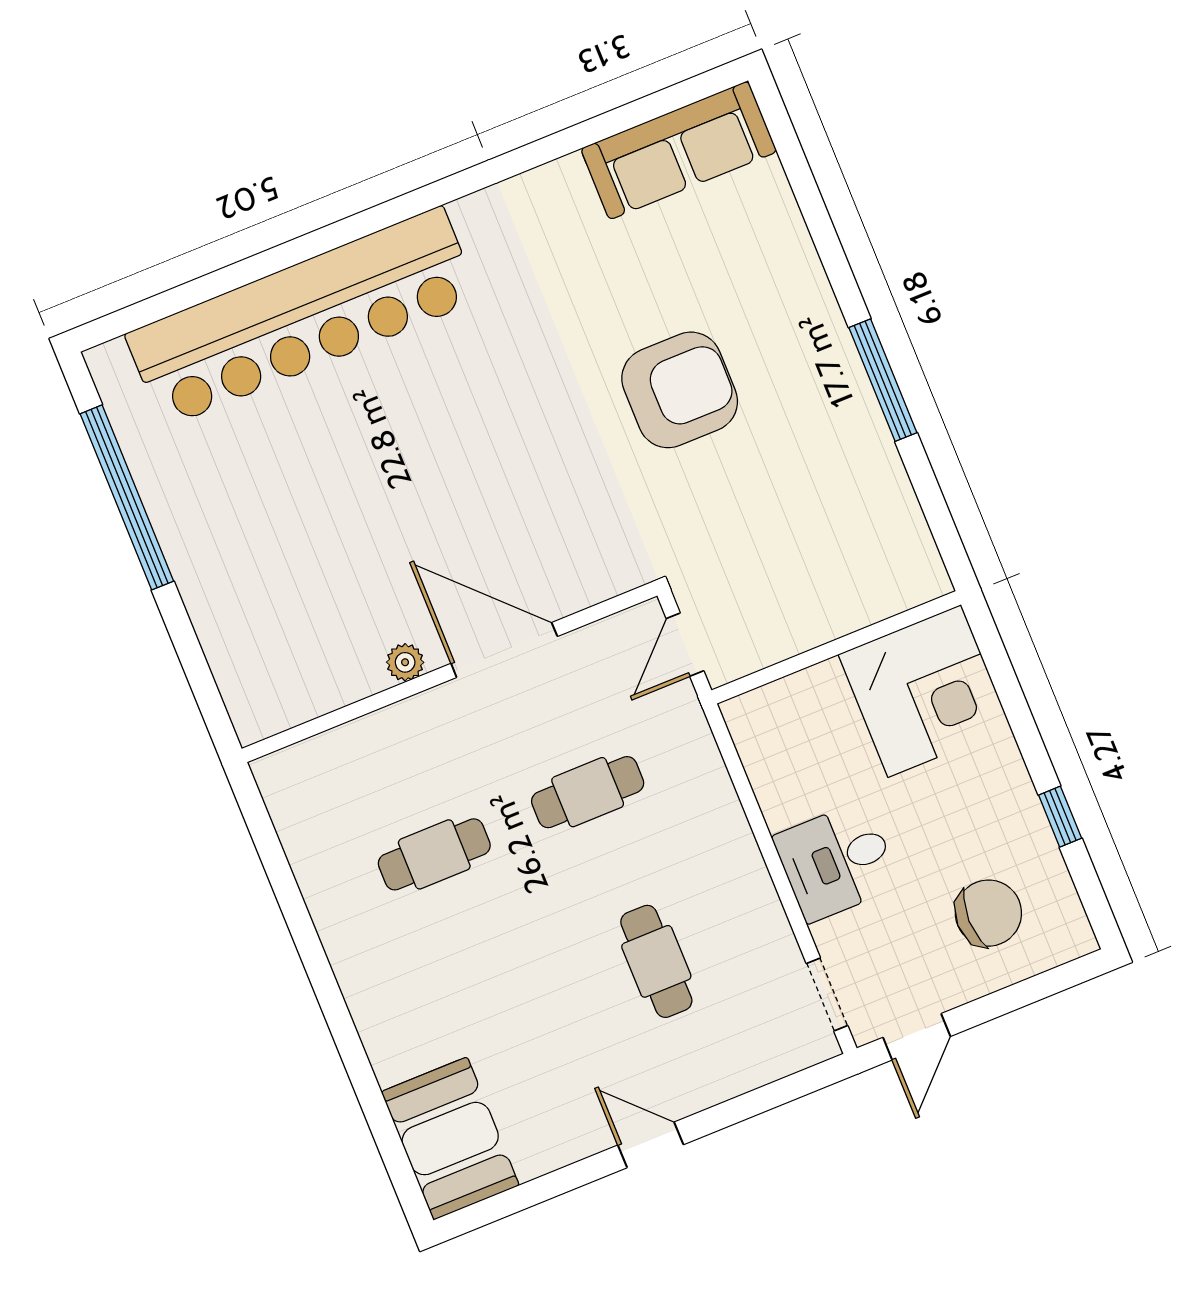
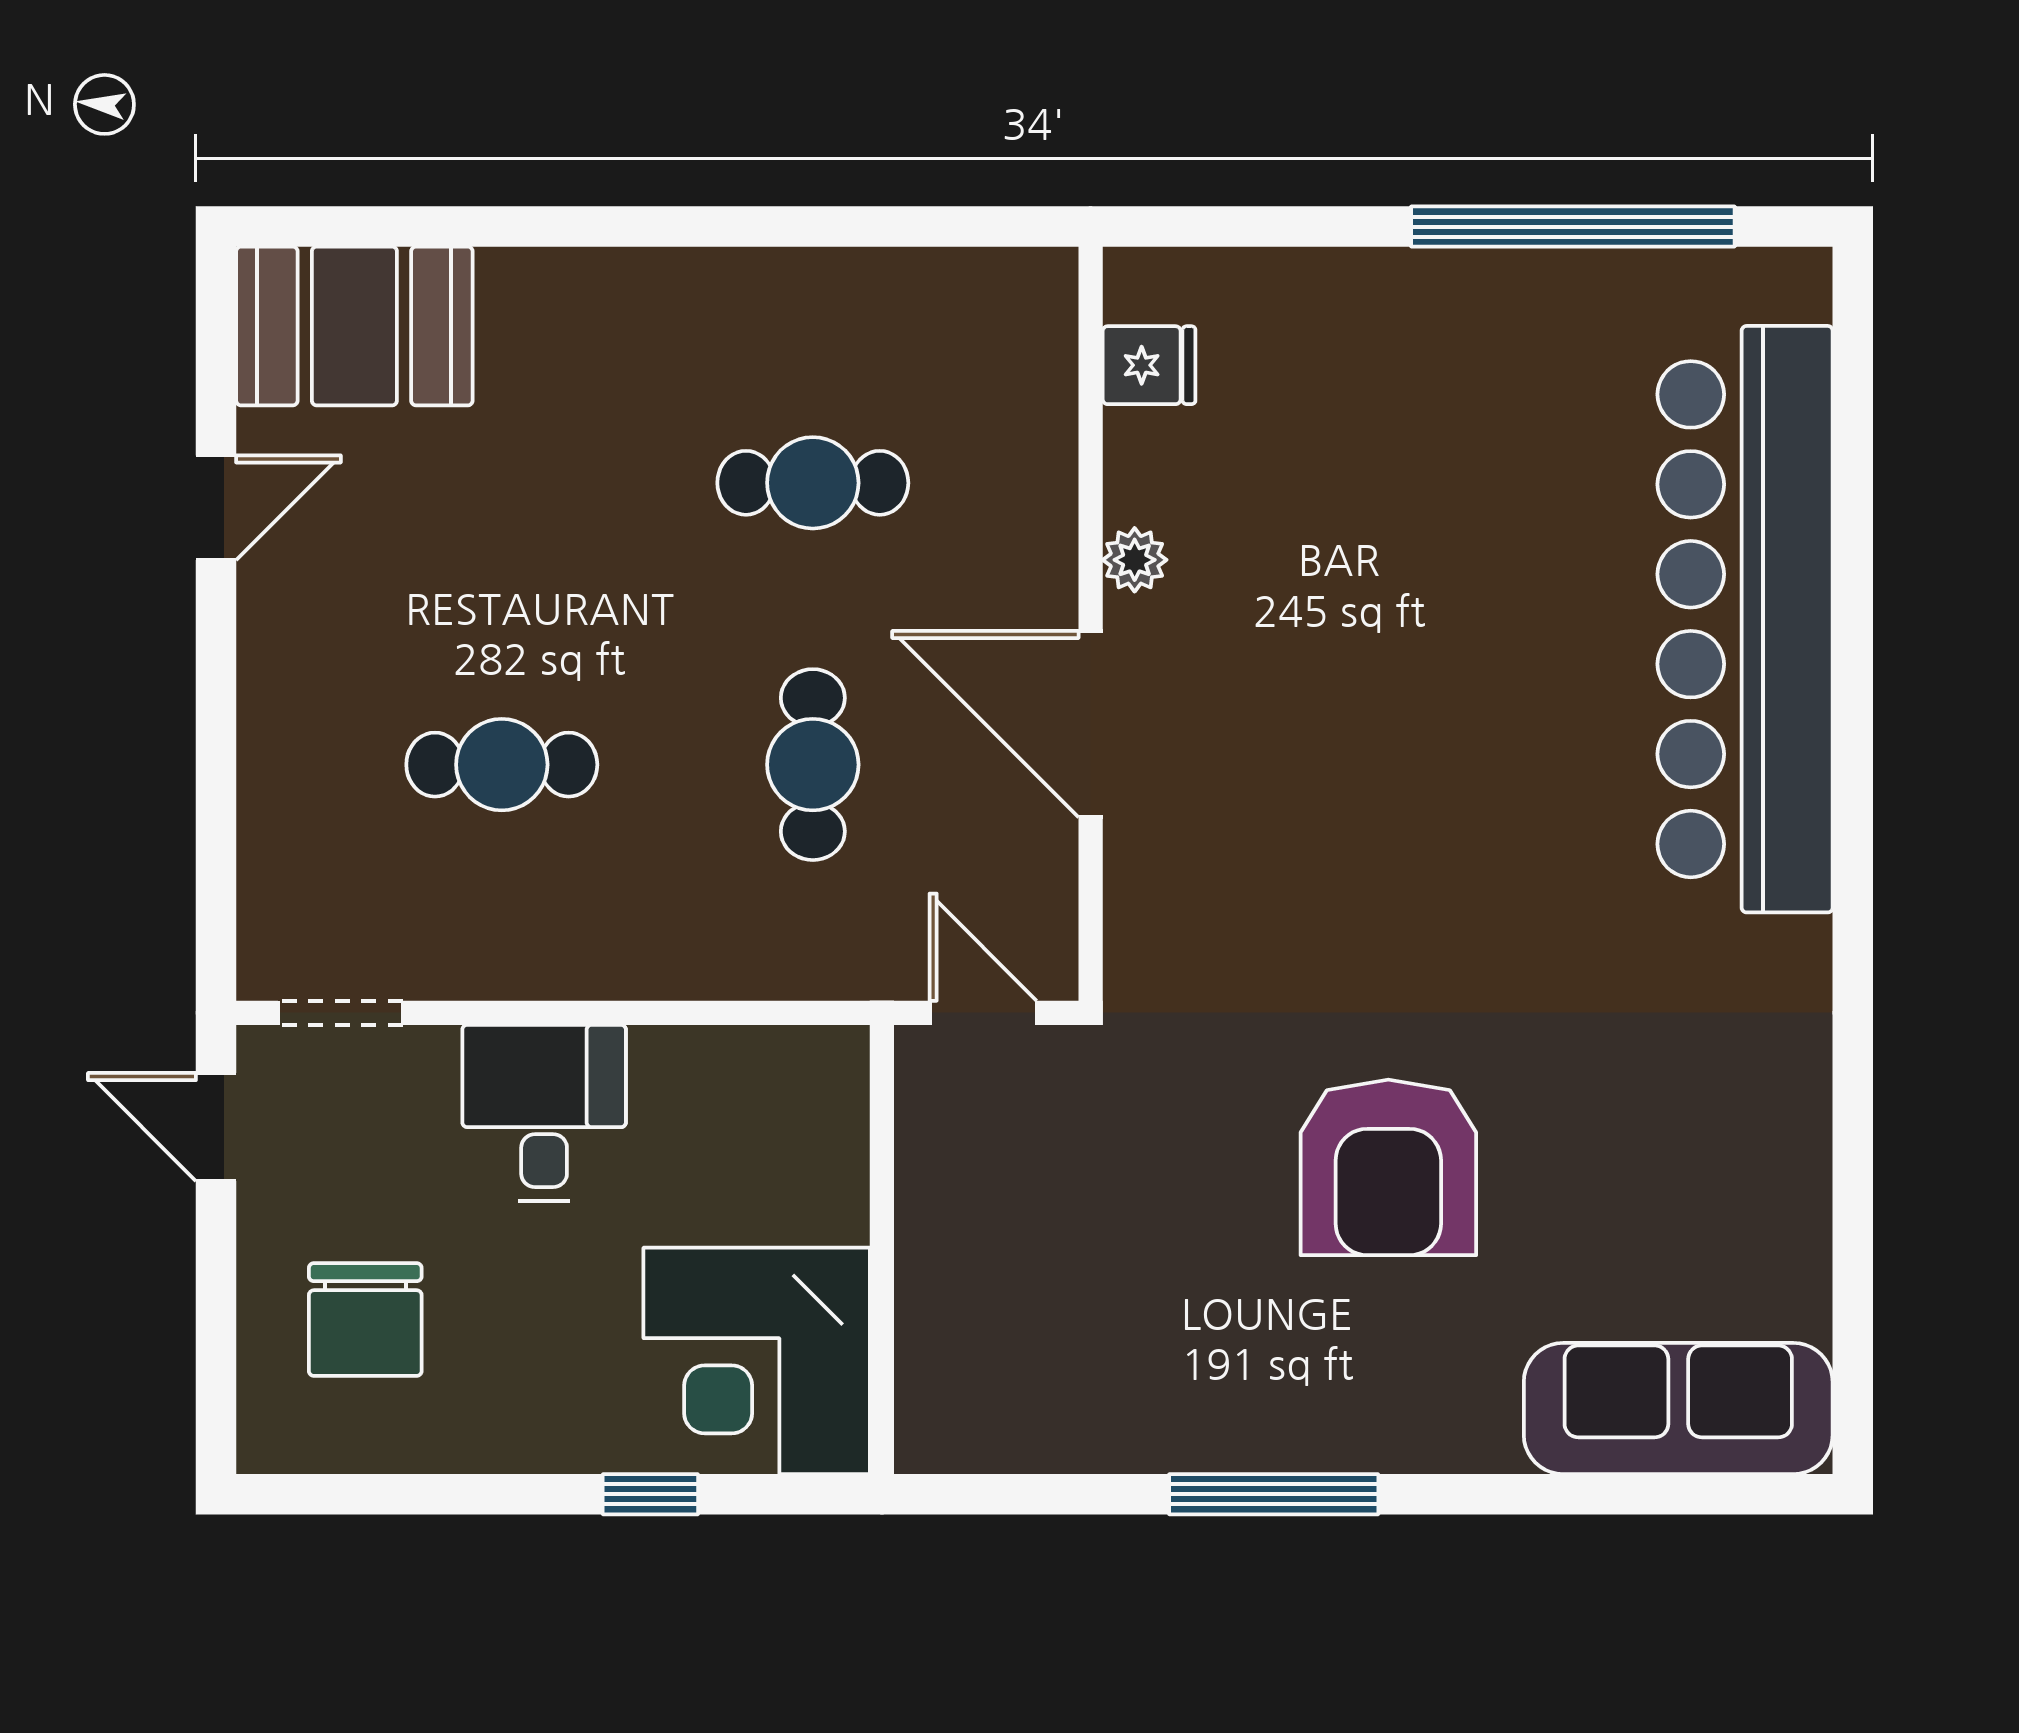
sofa: (679, 150) -> (1678, 1409), moved, turned 90
door: (504, 650) -> (1091, 724), swing flipped
fridge: (296, 697) -> (1149, 365), added
window: (1060, 817) -> (650, 1494), moved
cafe table: (434, 854) -> (813, 483), turned 90
door: (651, 1145) -> (216, 508), moved

